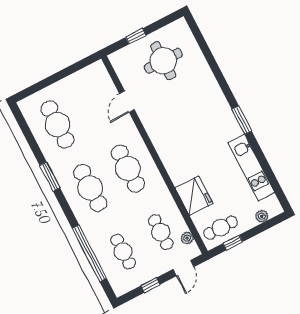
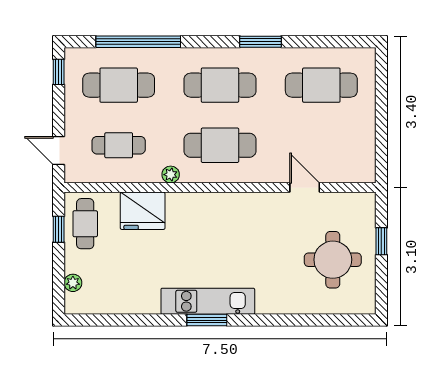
kitchen unit: (251, 168) -> (208, 301), moved
plant: (187, 238) -> (171, 175), moved
cafe table: (123, 252) -> (119, 85), width x1.37, depth x1.35
window: (150, 285) -> (59, 72), moved

